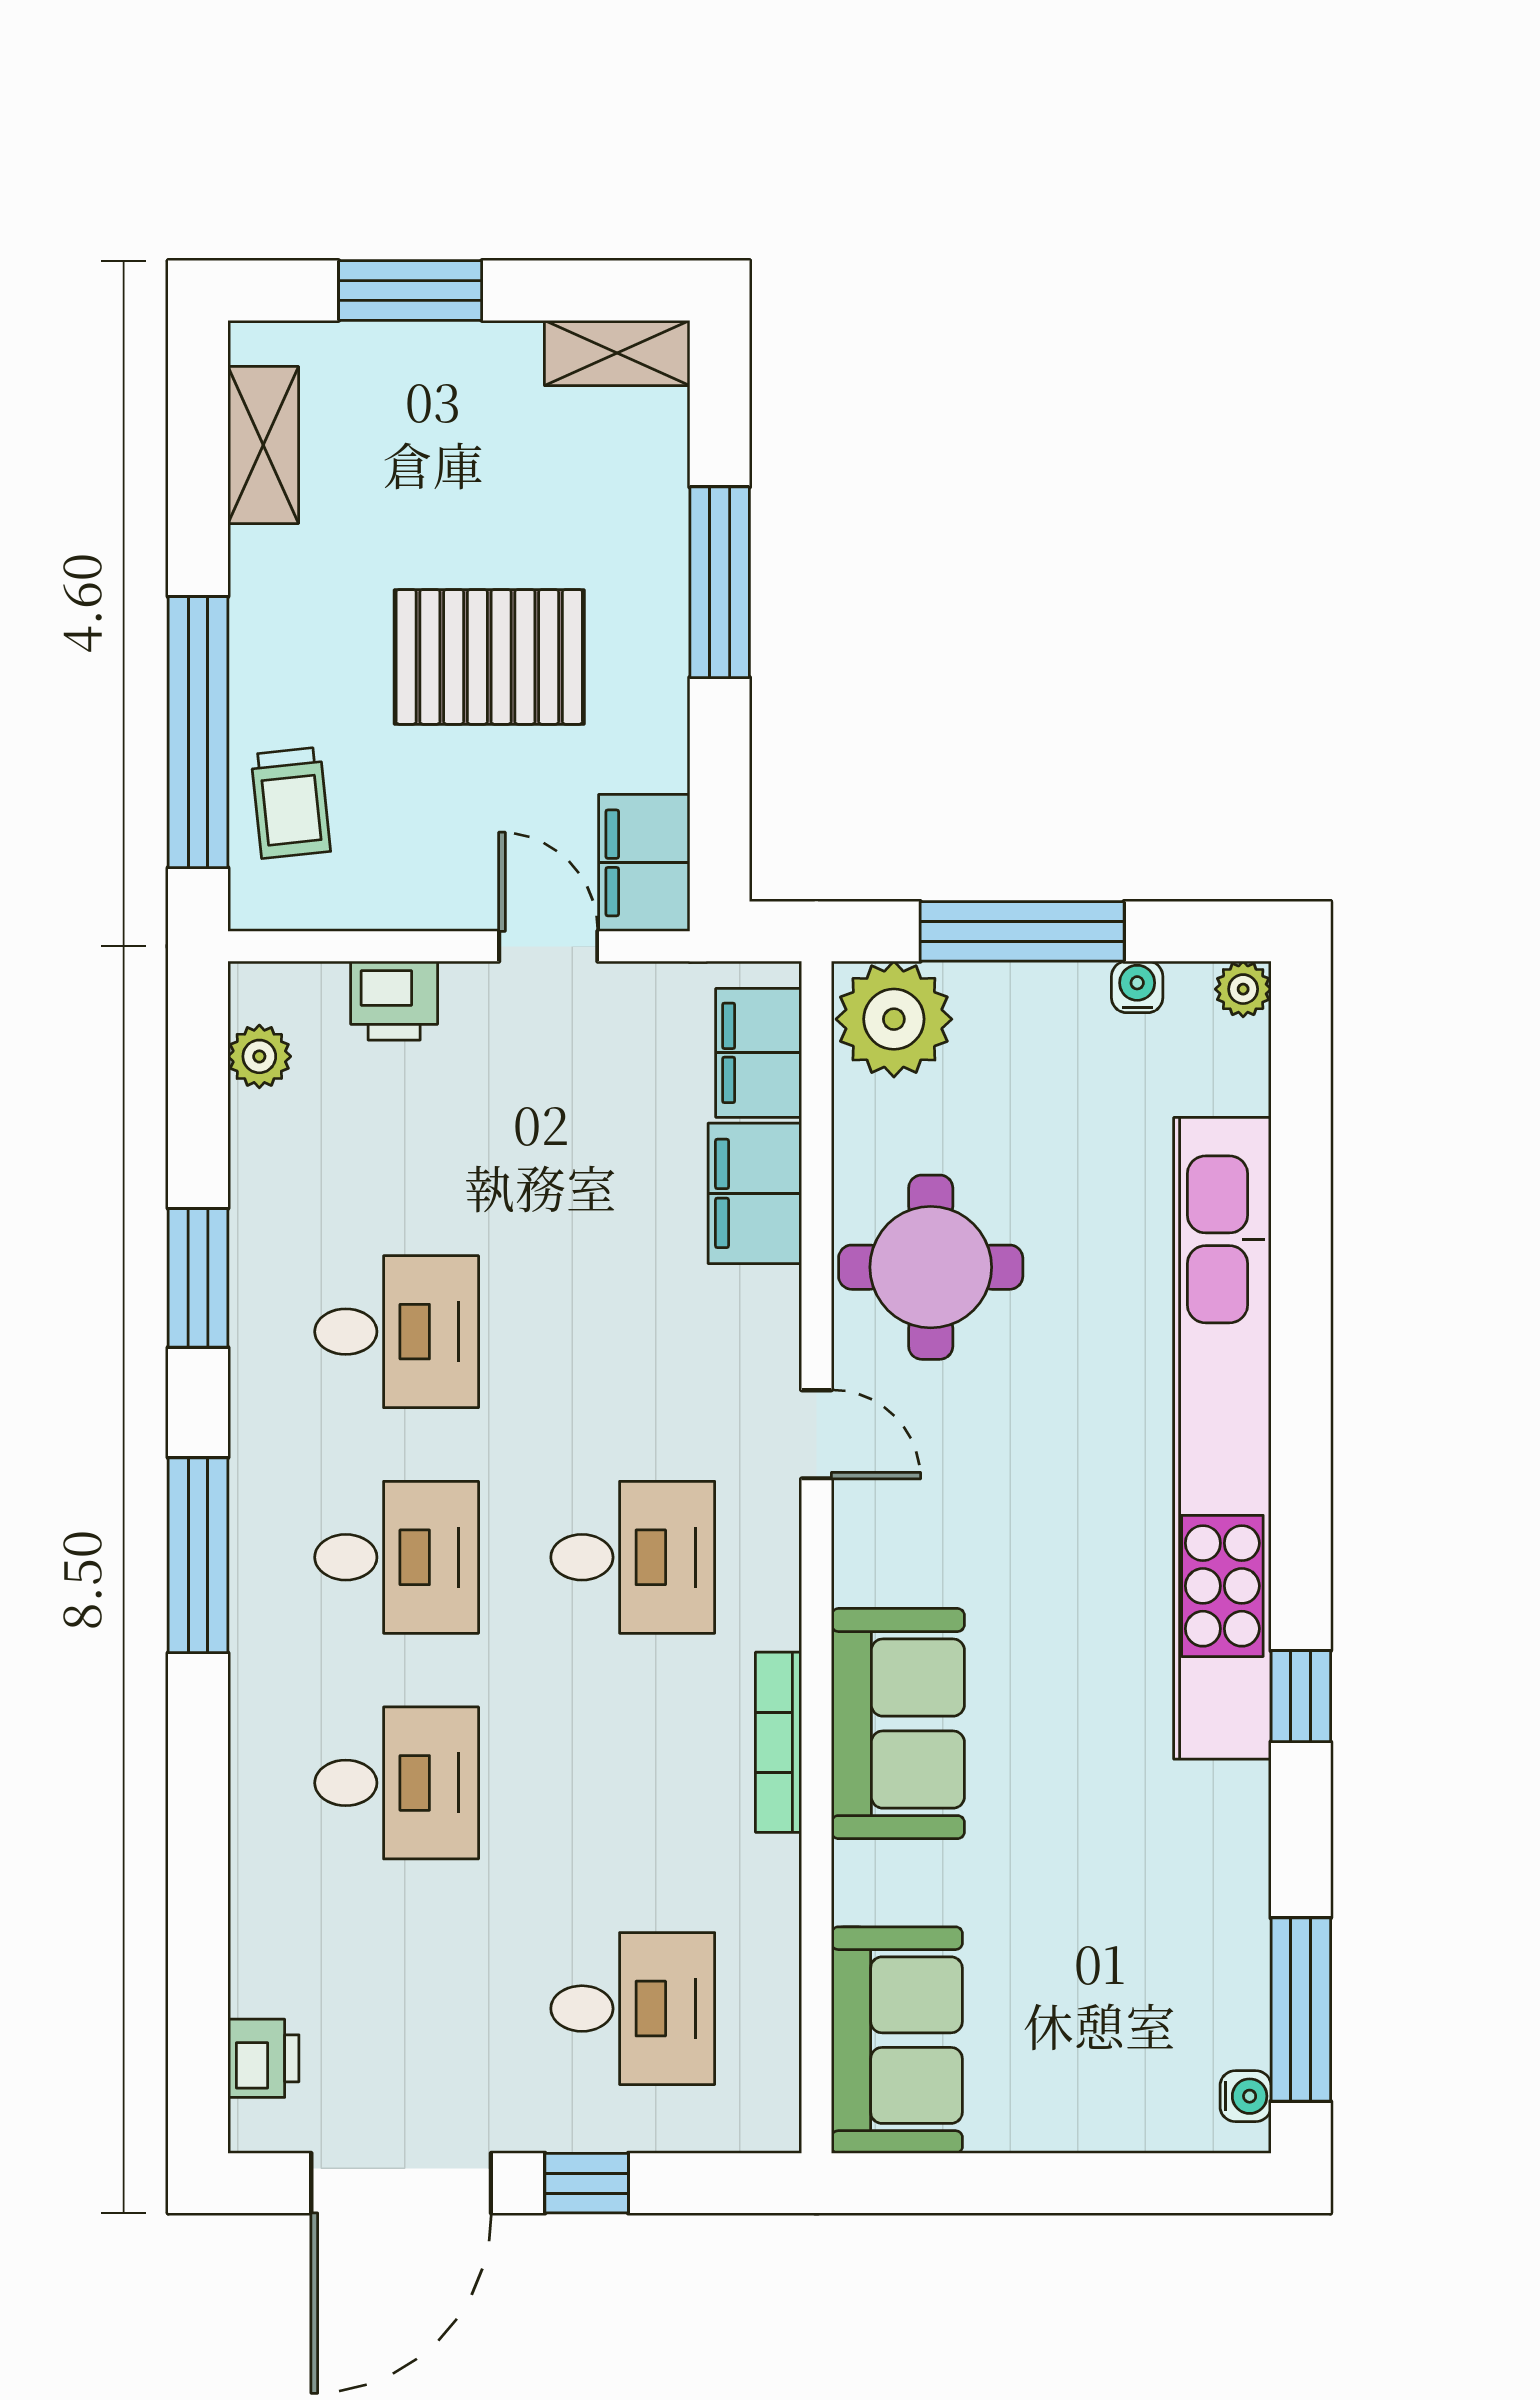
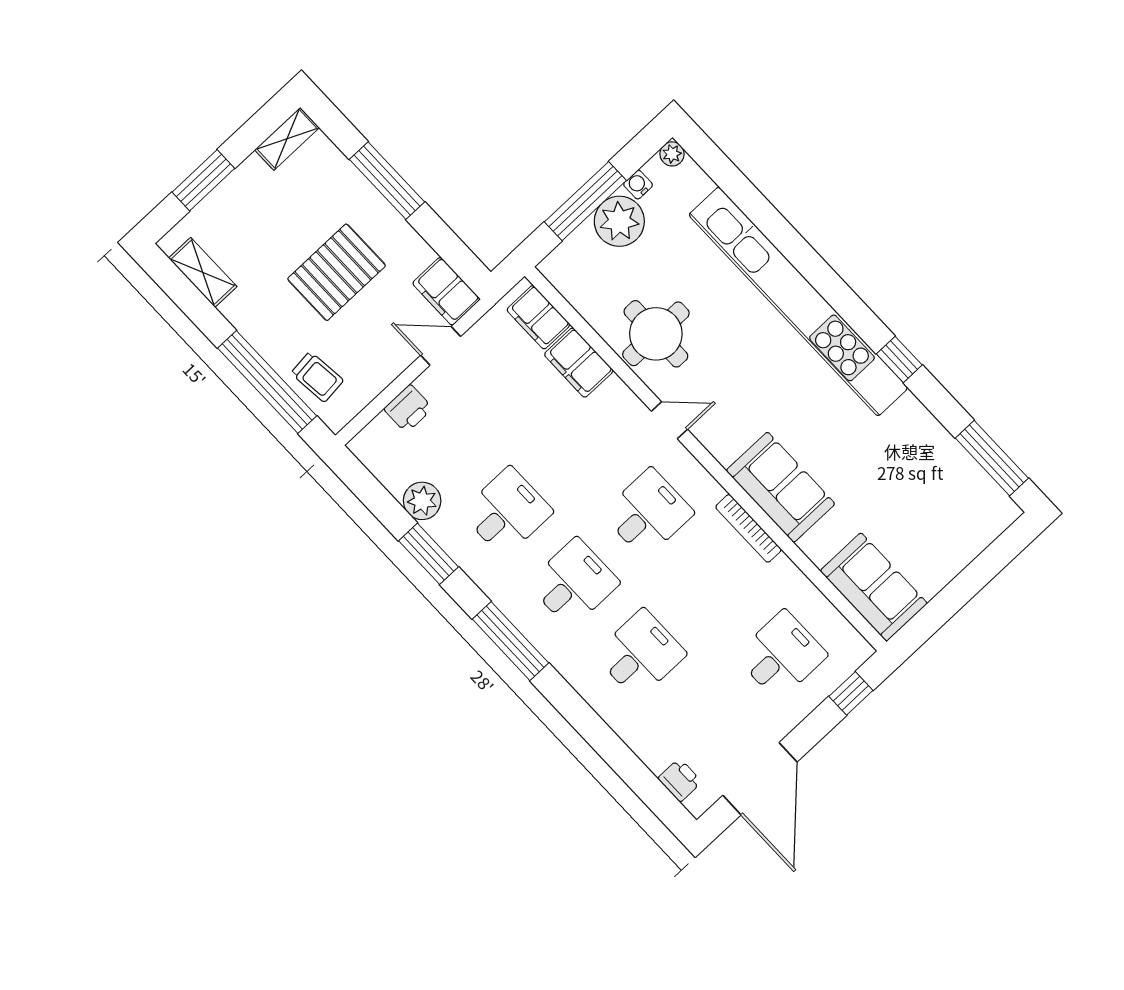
plant: (894, 1019) -> (619, 221), moved
plant: (259, 1056) -> (422, 501), moved, width x1.38, depth x1.38
water cooler: (1246, 2096) -> (1000, 502), removed
window: (587, 2183) -> (851, 693), moved

